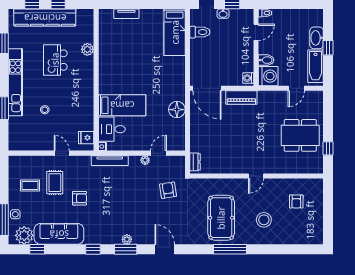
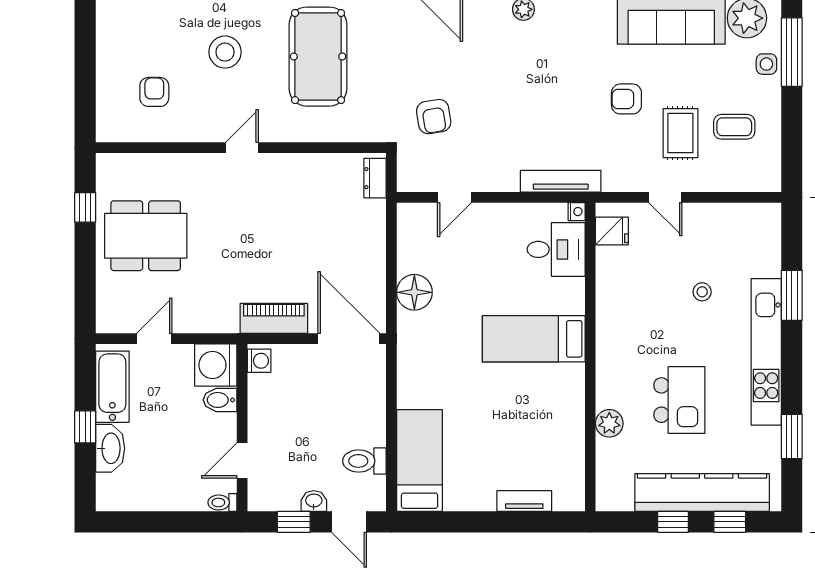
bed: (122, 105) -> (534, 339), moved
plant: (145, 160) -> (484, 182), removed

